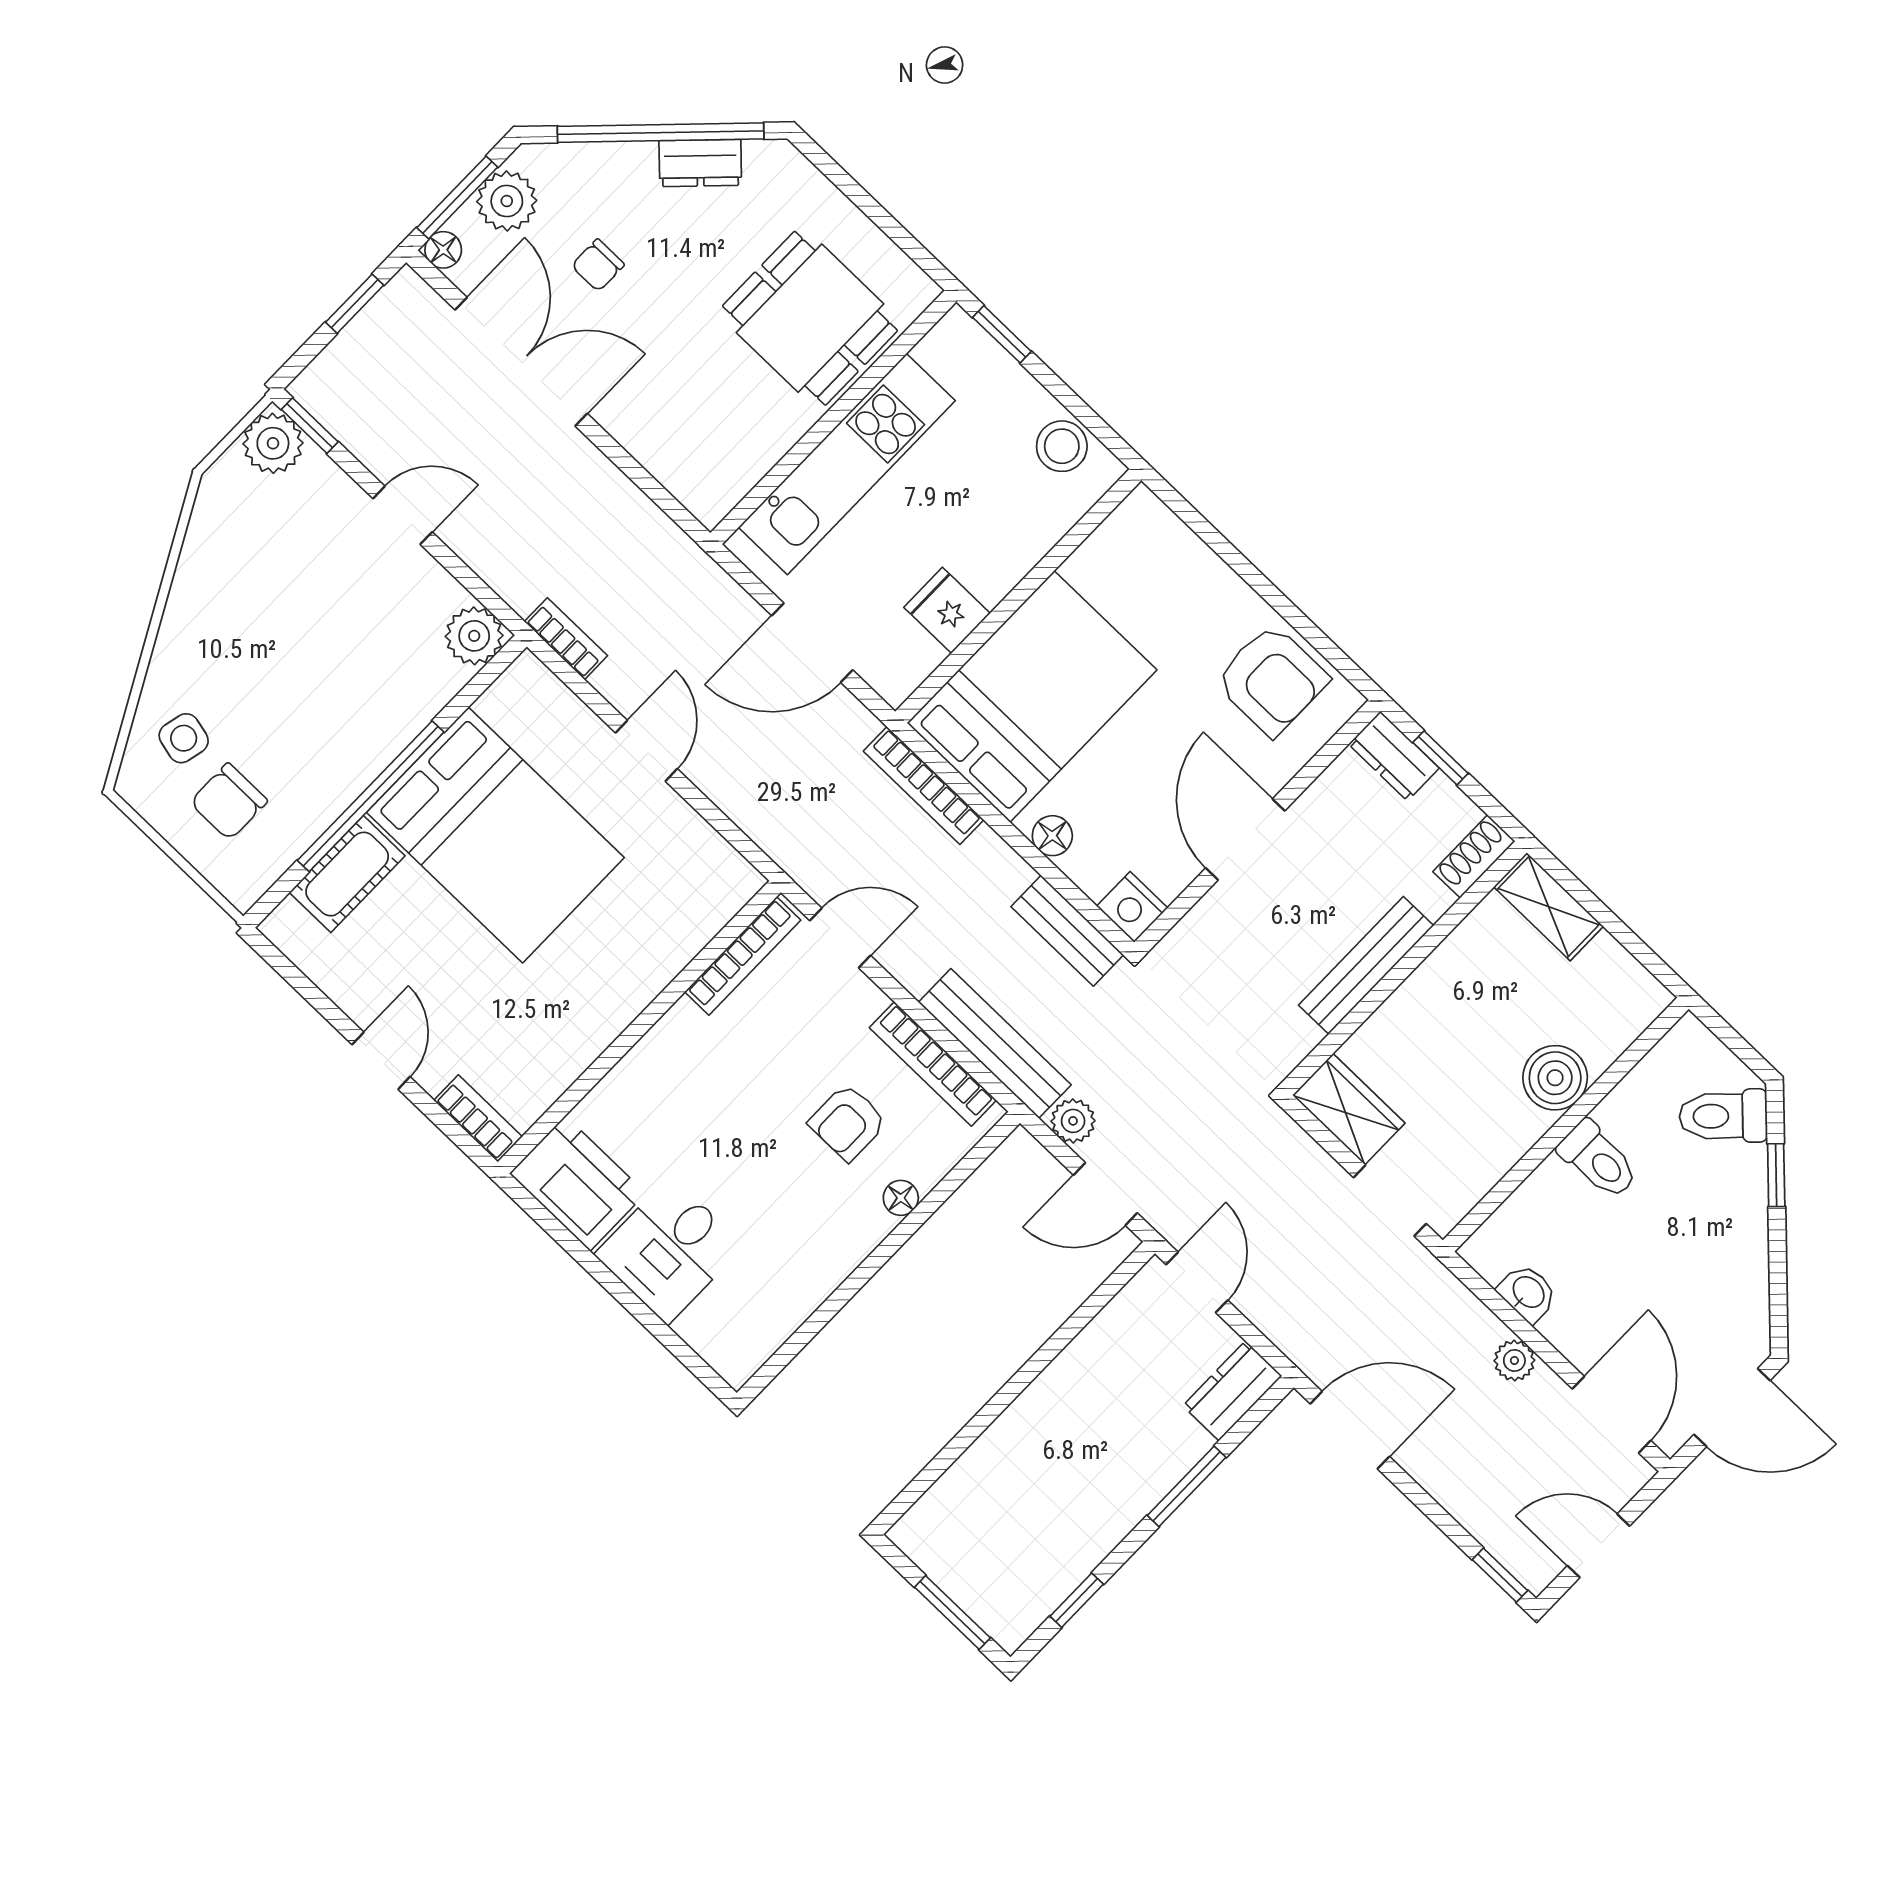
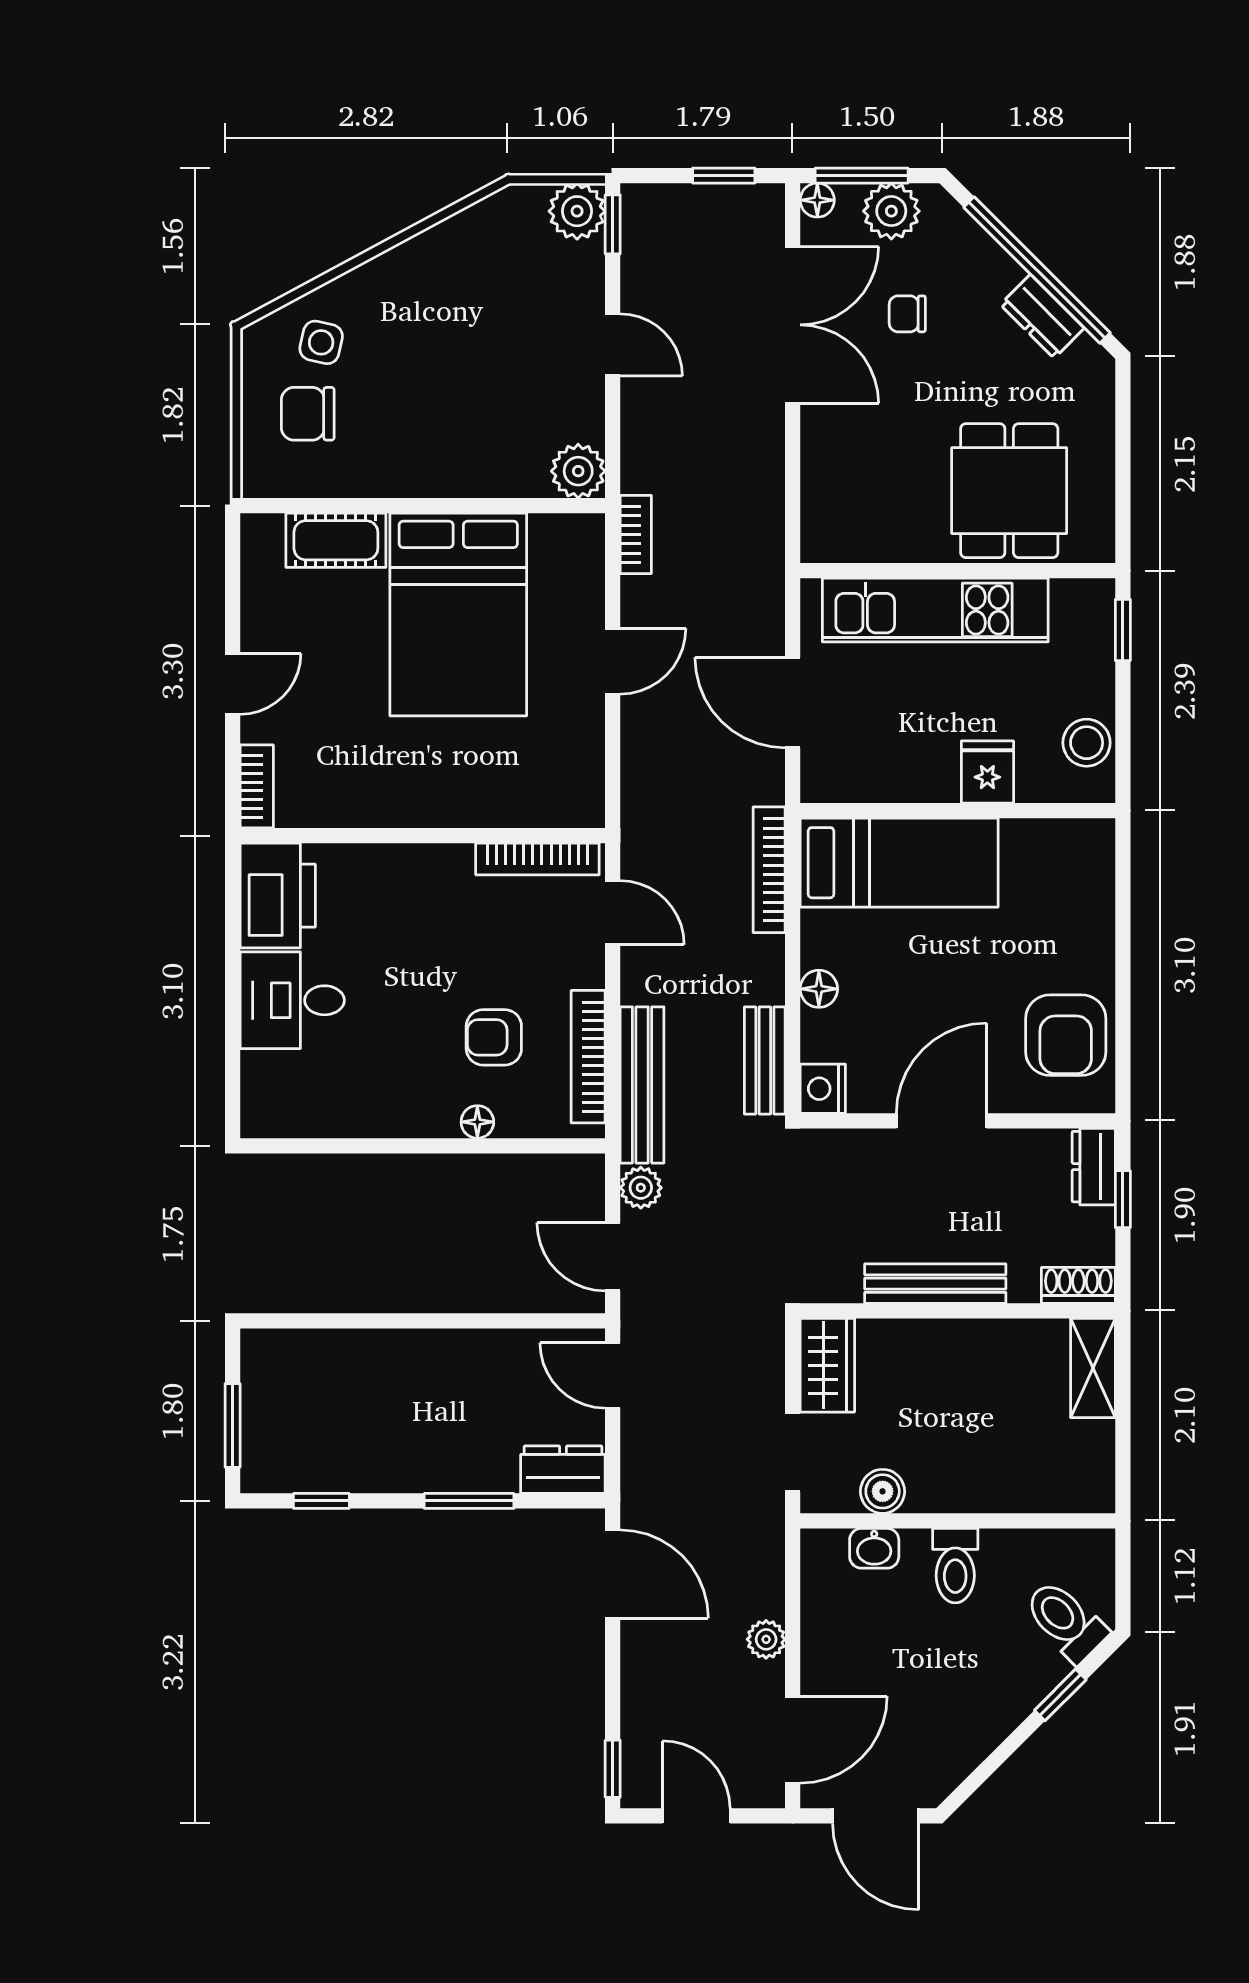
fridge: (947, 610) -> (987, 772), moved
bed: (1032, 697) -> (899, 863), width x0.67
window: (371, 796) -> (403, 506), removed
boiler: (1555, 1078) -> (883, 1491), moved, width x0.73, depth x0.73
door: (1197, 1282) -> (613, 1375), swing flipped
washbasin: (1528, 1293) -> (874, 1548), moved, turned 90

